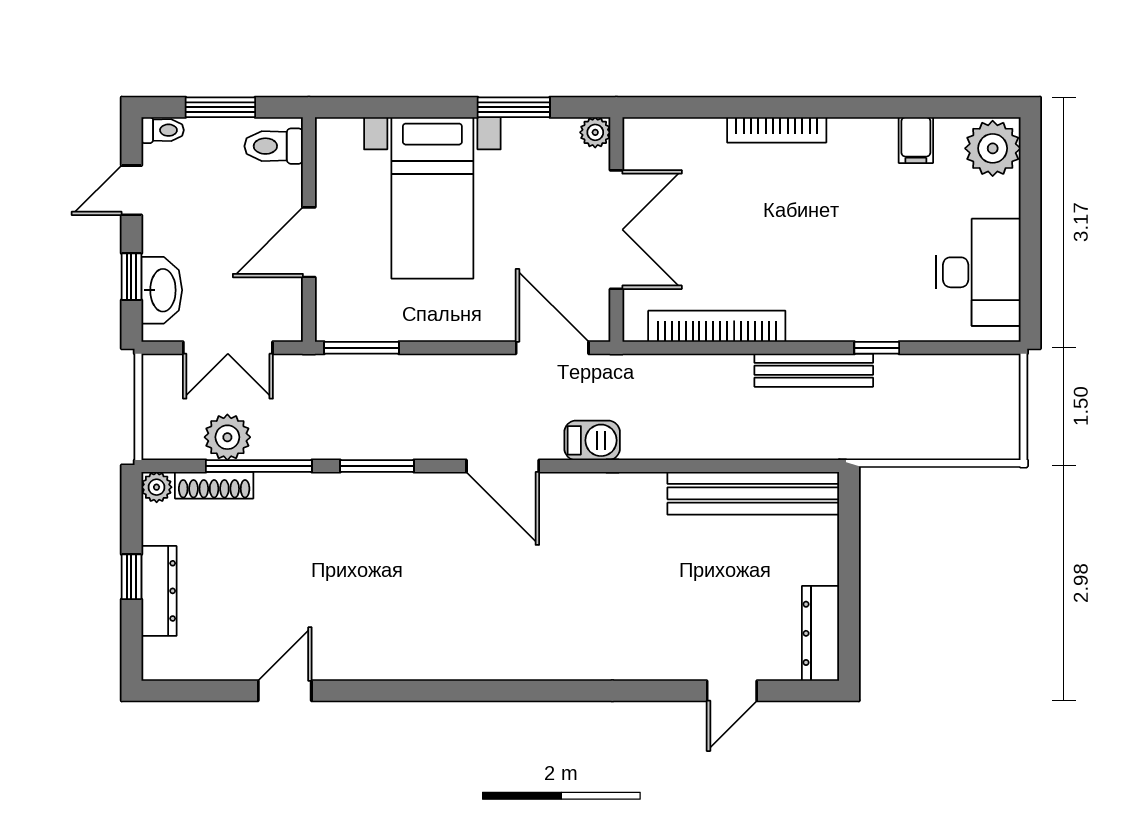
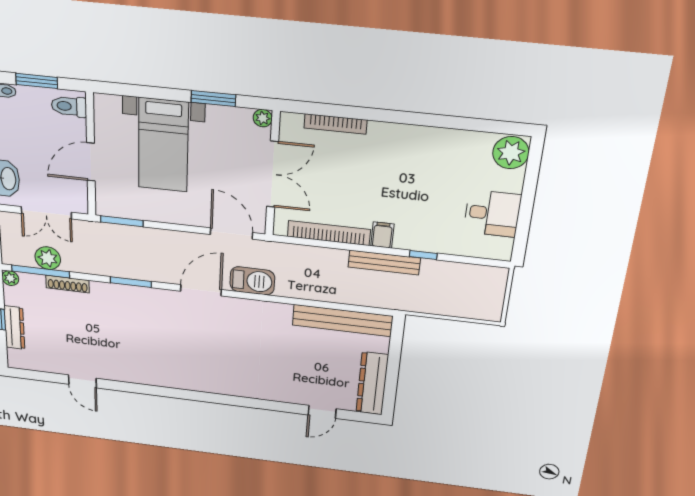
bookcase: (777, 130) -> (336, 124), moved
filing cabinet: (916, 140) -> (382, 235), moved, turned 180
desk: (978, 272) -> (492, 213), width x0.73
barbecue: (592, 440) -> (252, 281), width x1.38, depth x1.27
window: (259, 466) -> (40, 271), moved
door: (503, 466) -> (201, 290), swing flipped
shoe rack: (214, 485) -> (68, 284), moved
dresser: (821, 633) -> (372, 383), width x1.37, depth x1.24
door: (285, 691) -> (82, 381), swing flipped

